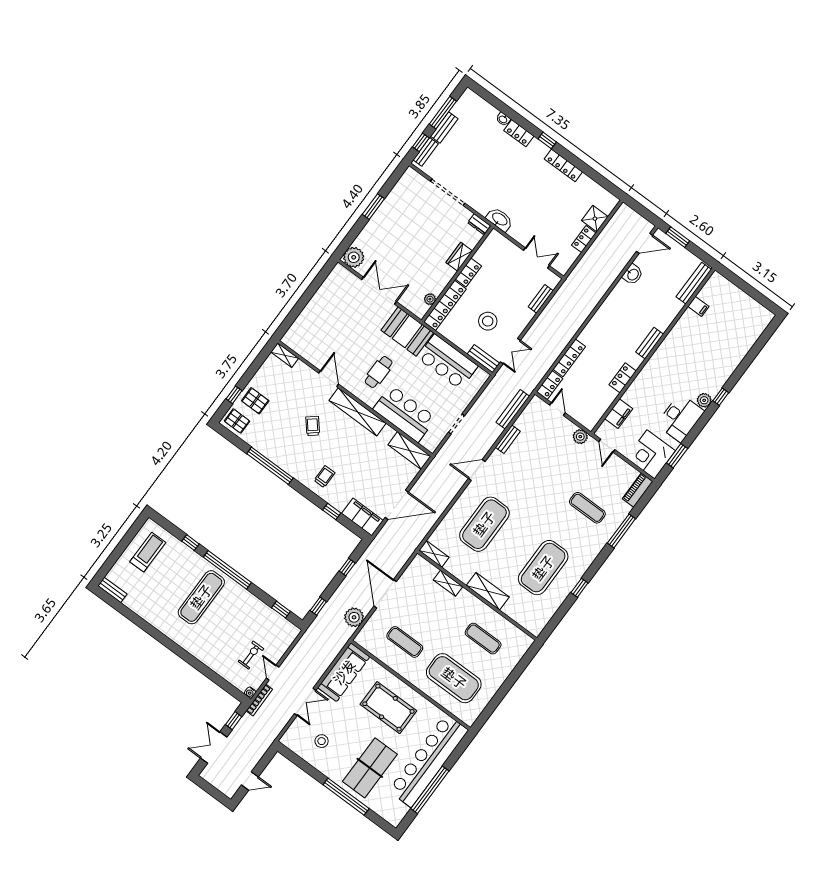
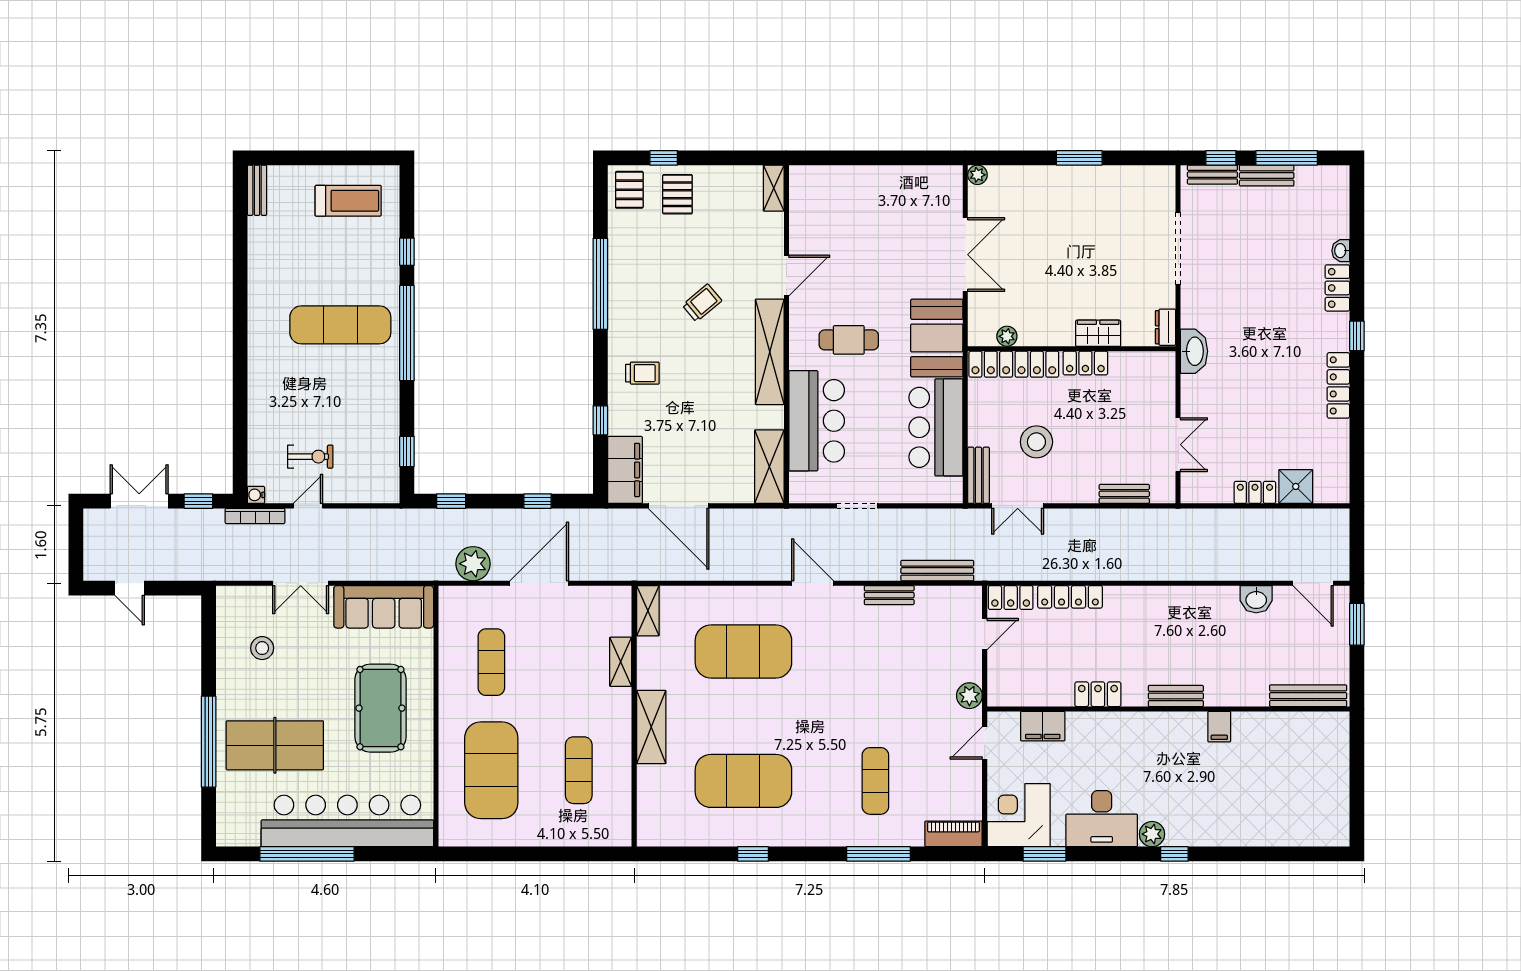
plant: (354, 257) -> (977, 175), width x0.53, depth x0.53
filing cabinet: (698, 306) -> (1219, 727), moved

